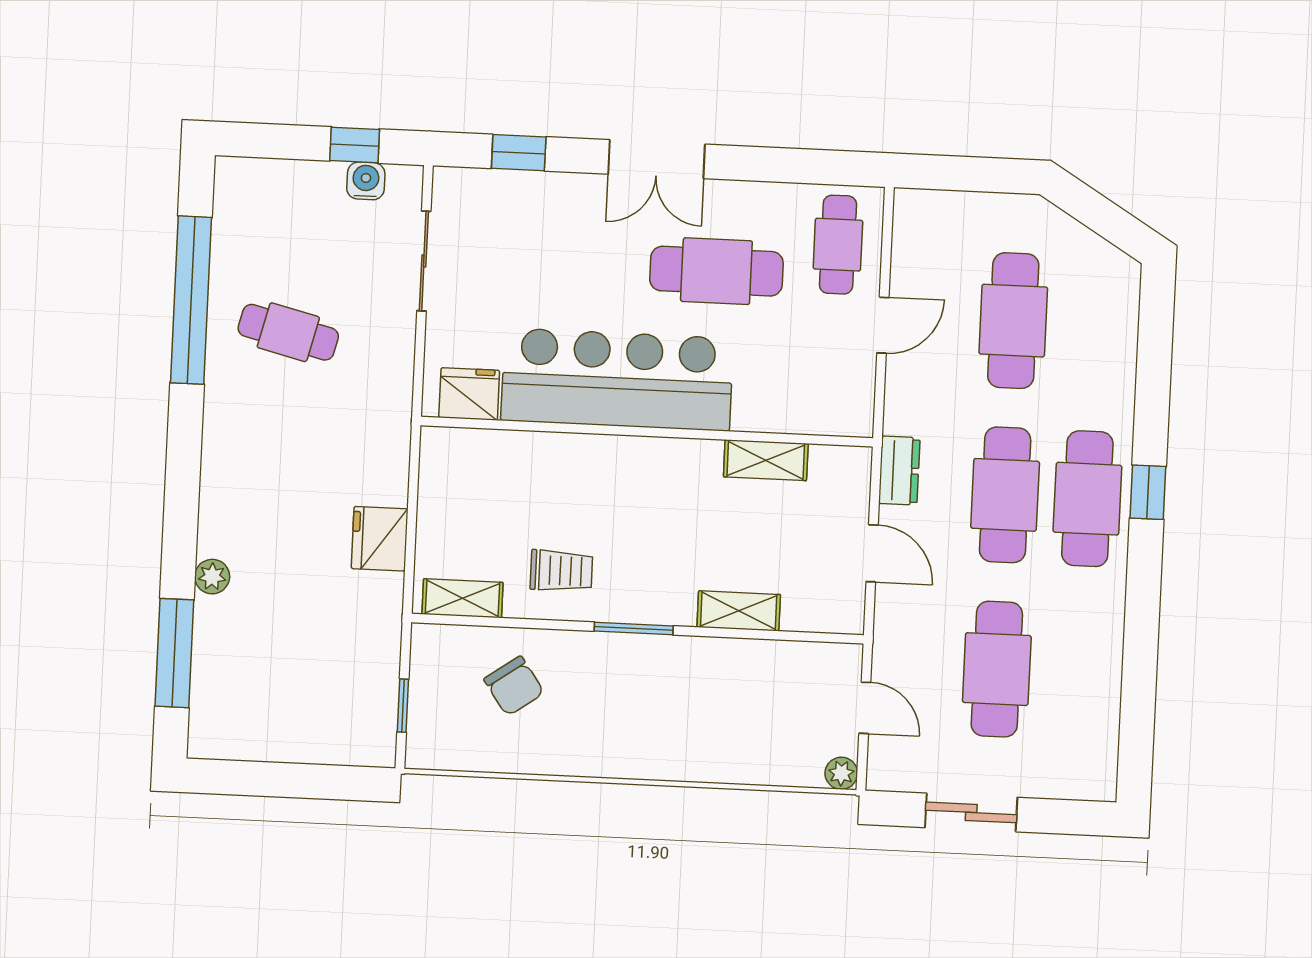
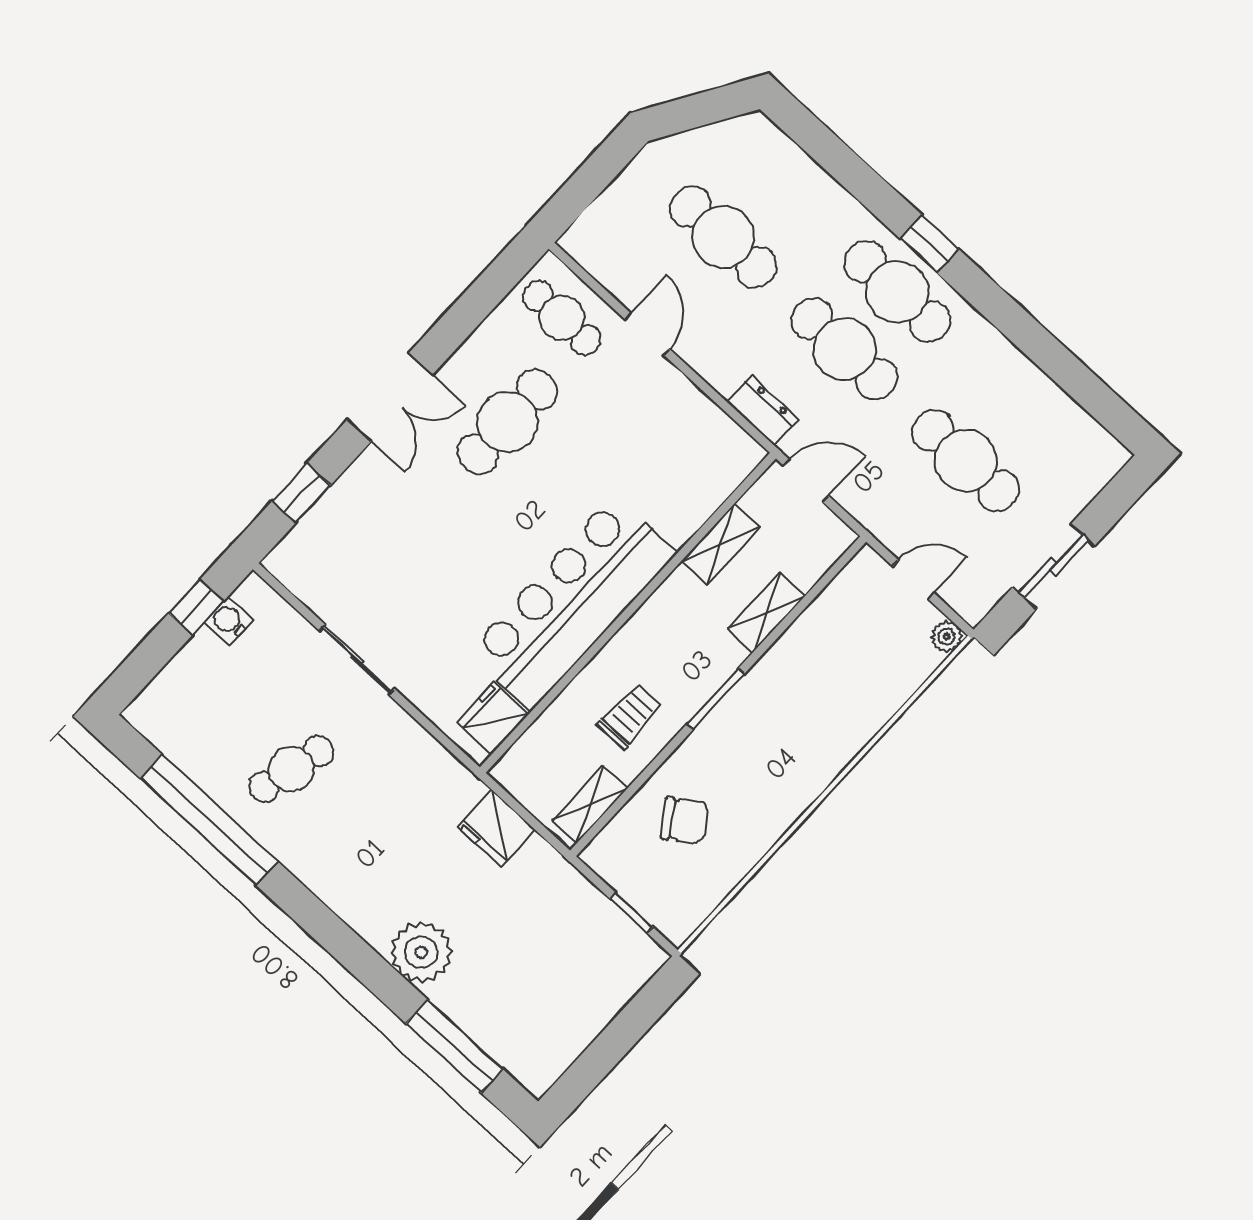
sliding door: (424, 261) -> (357, 660), moved
bar counter: (617, 379) -> (572, 603), moved
fridge: (469, 394) -> (493, 718), moved
wall: (647, 432) -> (628, 613), moved
shelving: (766, 460) -> (721, 544), moved
plant: (212, 577) -> (421, 952), width x1.87, depth x1.87

